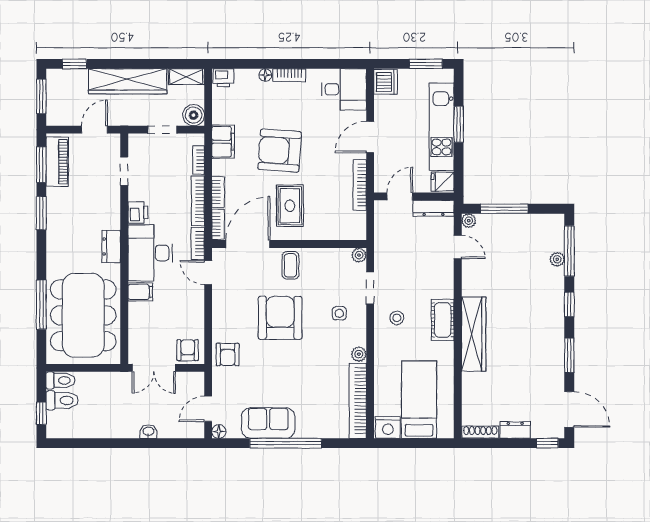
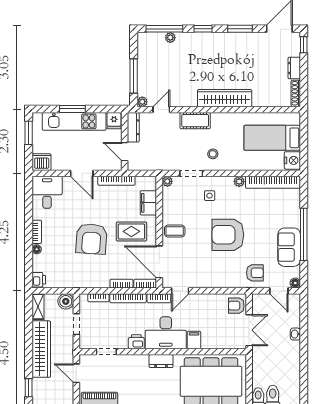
filing cabinet: (223, 142) -> (148, 203), moved, turned -90
armchair: (280, 318) -> (228, 235), moved
cot: (443, 320) -> (195, 121), moved
armchair: (228, 354) -> (255, 273), moved

